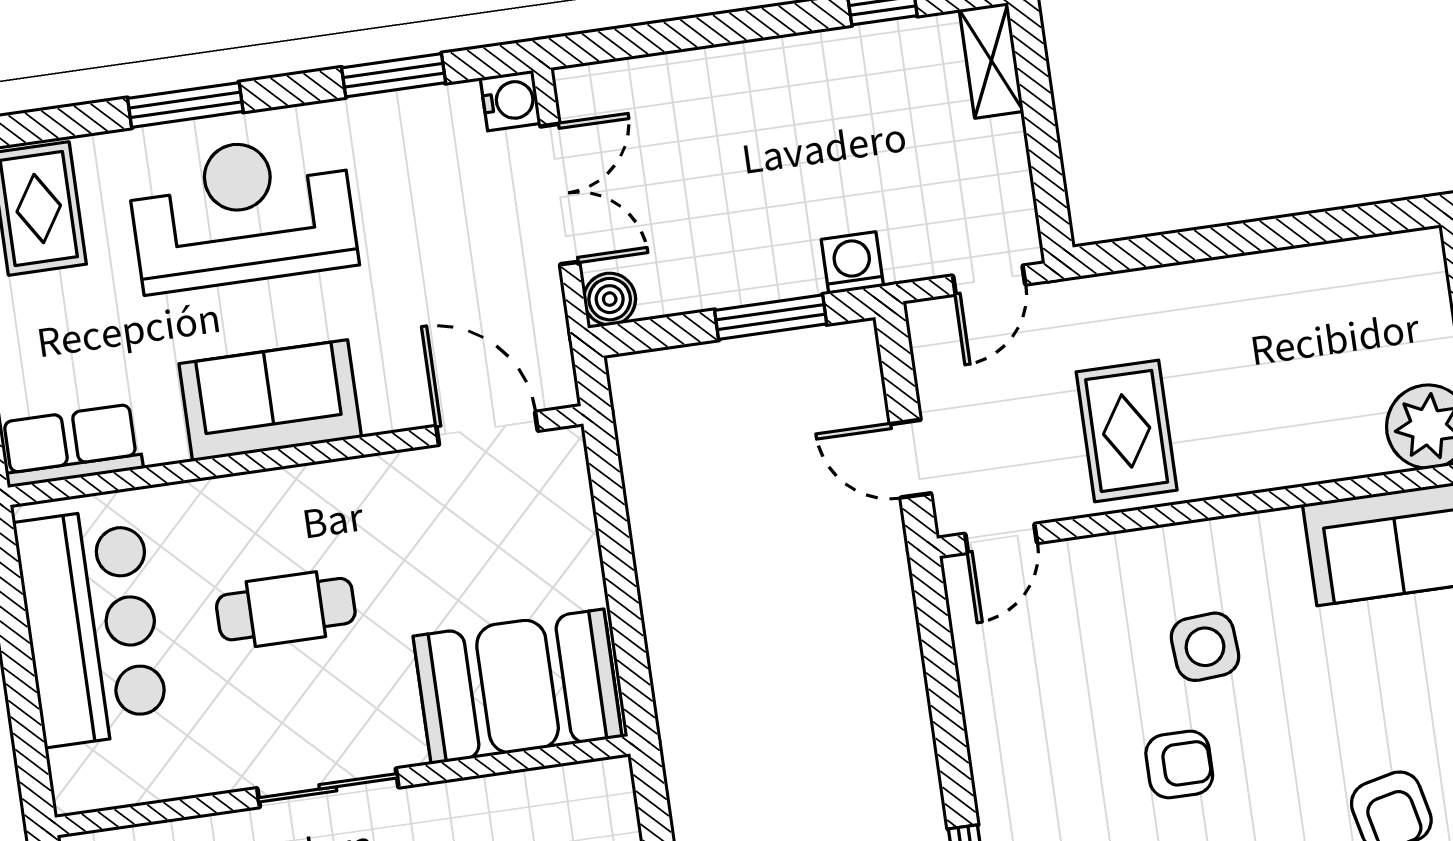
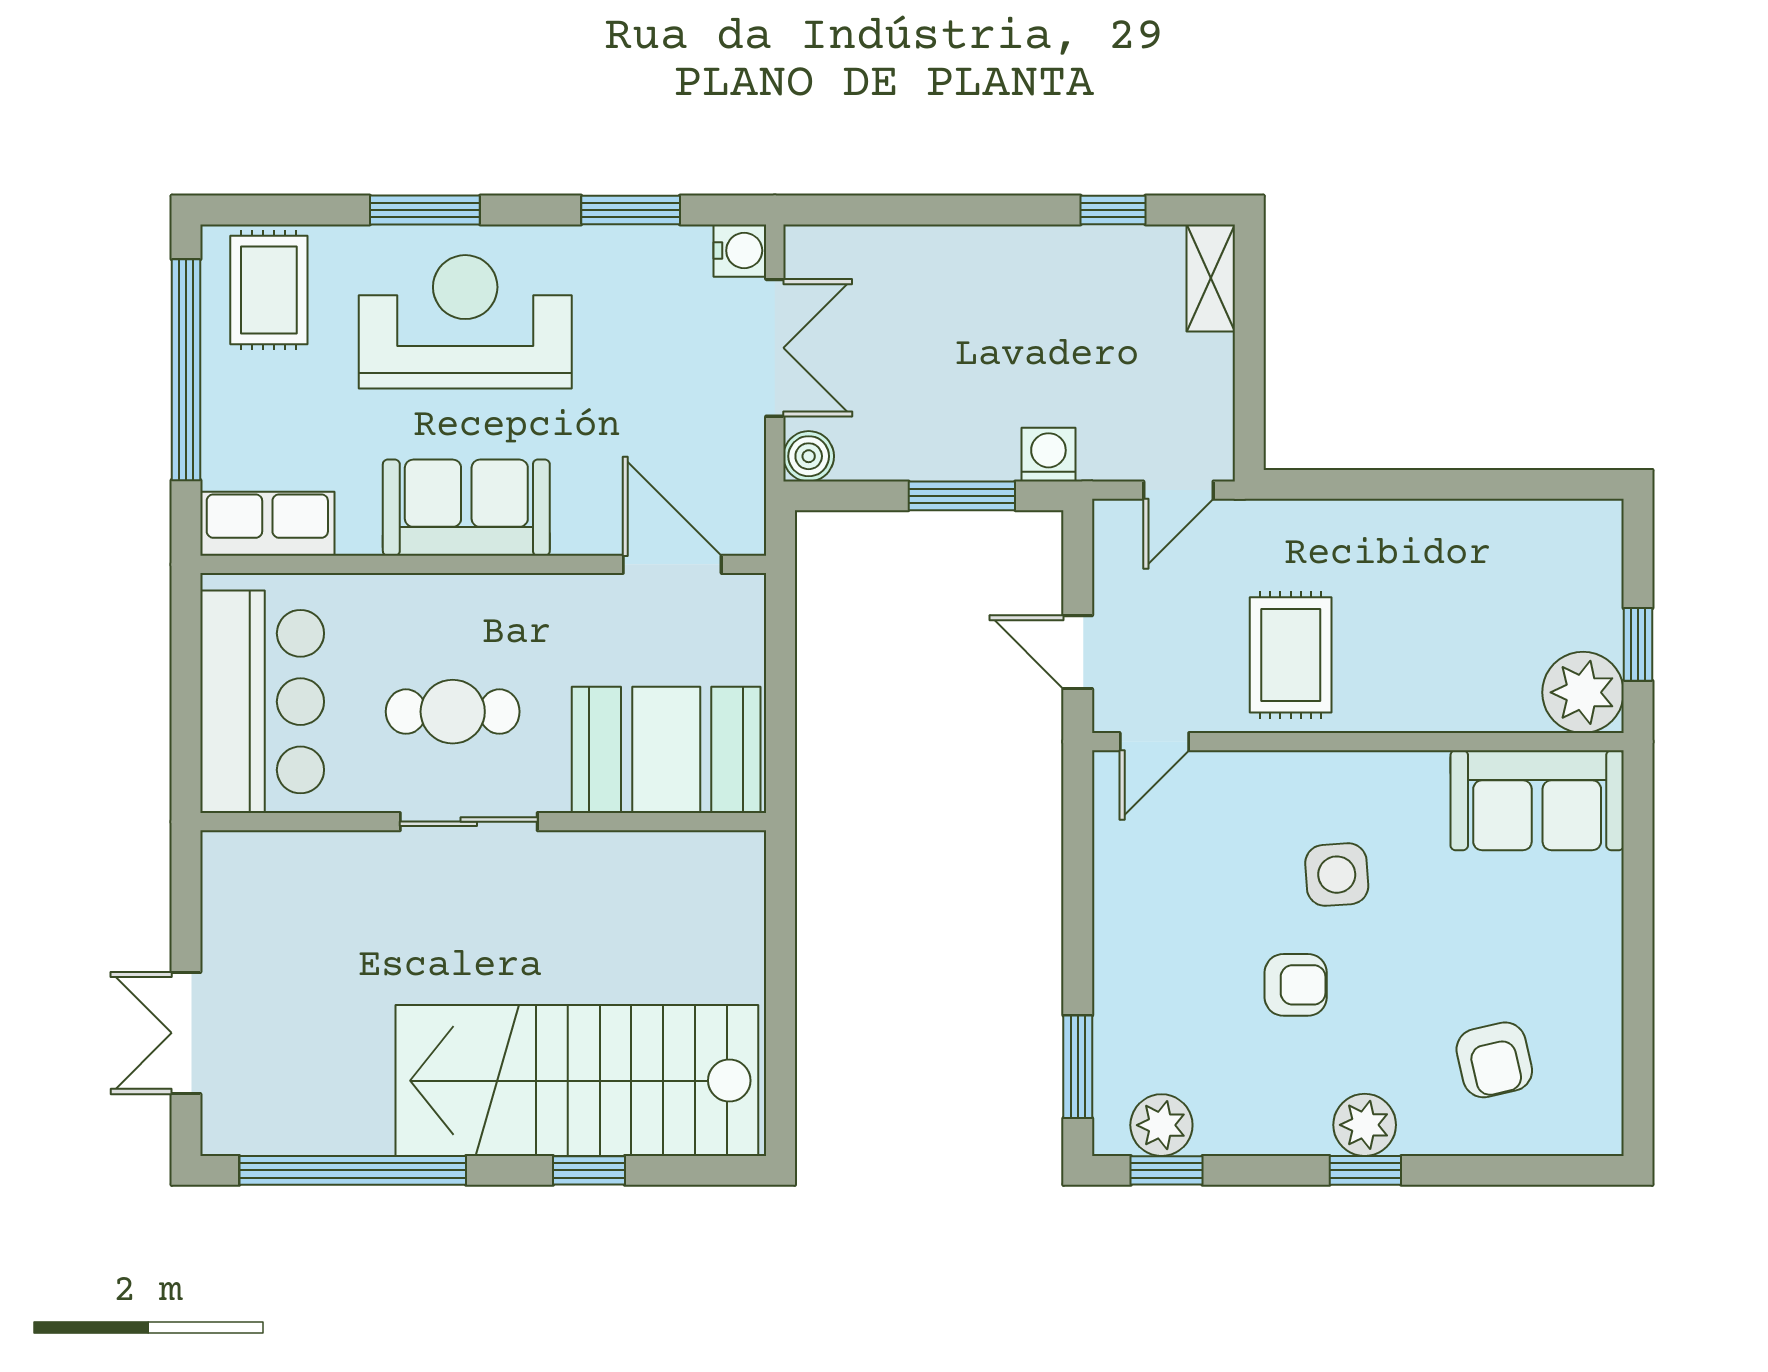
booth: (518, 687) -> (666, 750), moved
wall: (343, 786) -> (483, 822), moved
sliding door: (328, 788) -> (469, 822), moved

